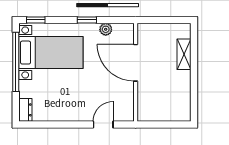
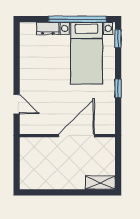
plant: (106, 29) -> (109, 107), removed
shelving: (184, 54) -> (100, 183), moved
dresser: (25, 110) -> (48, 28), moved

